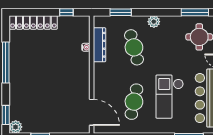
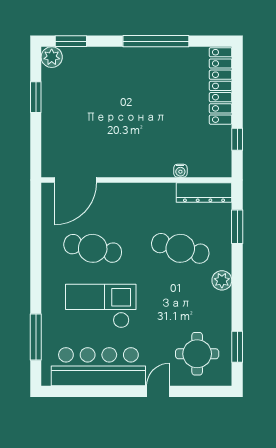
window: (195, 12) -> (237, 347), width x0.69
dresser: (99, 45) -> (204, 193), moved
cafe table: (134, 47) -> (180, 248), turned 30

